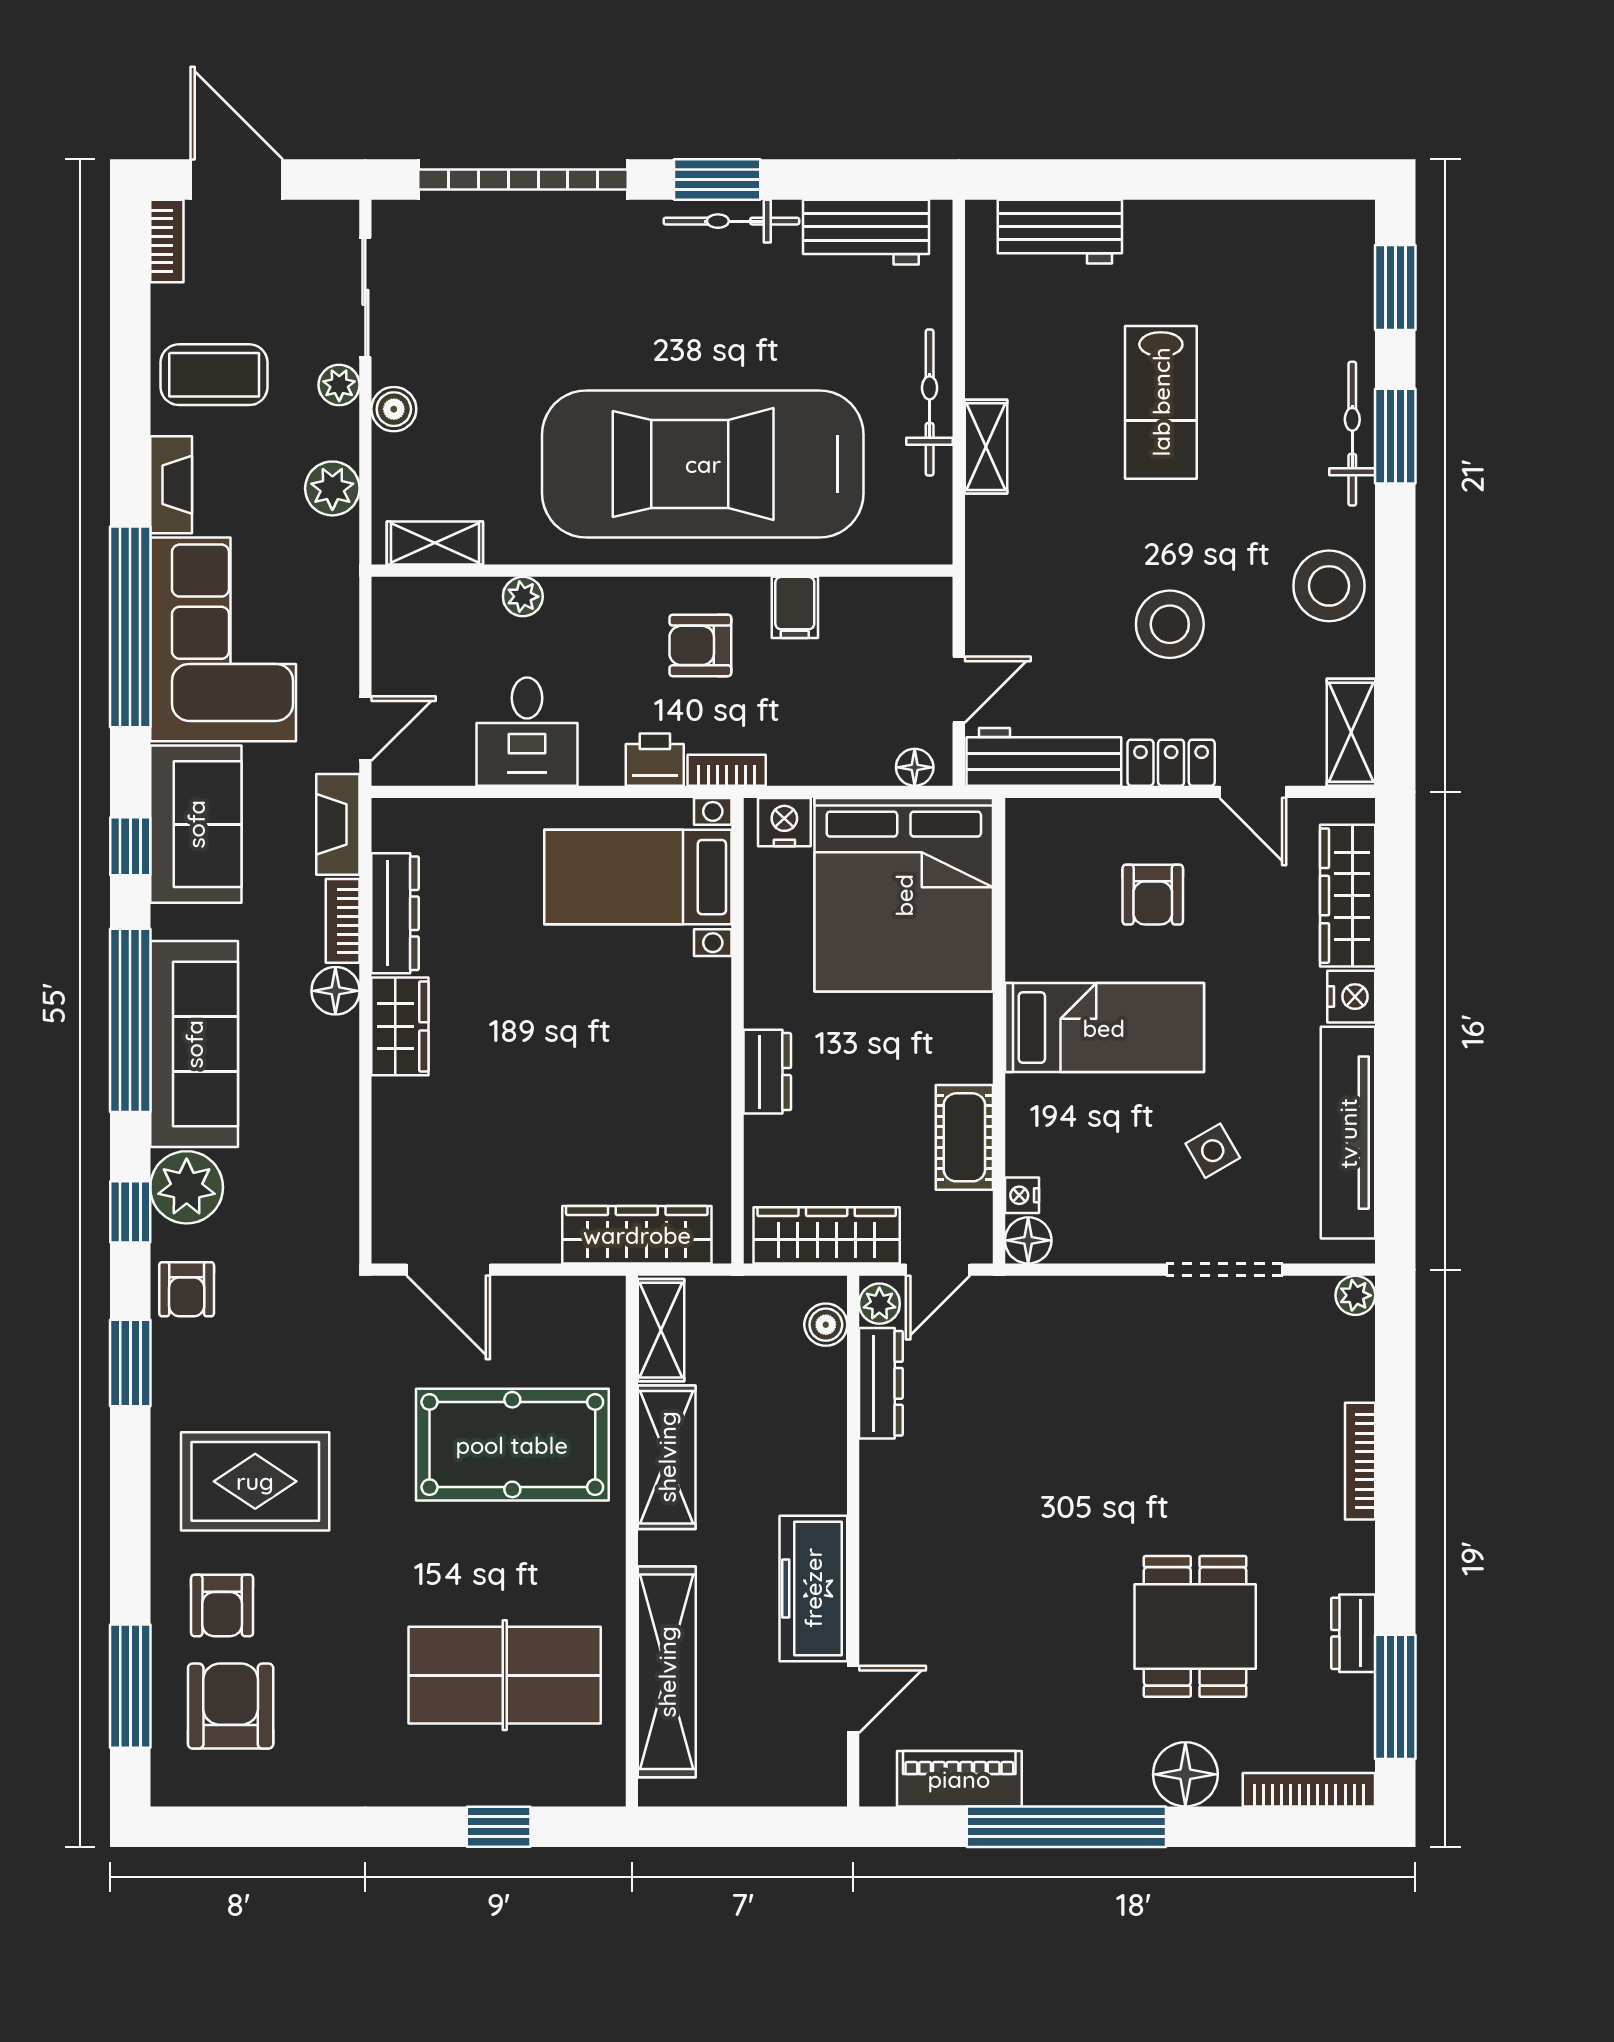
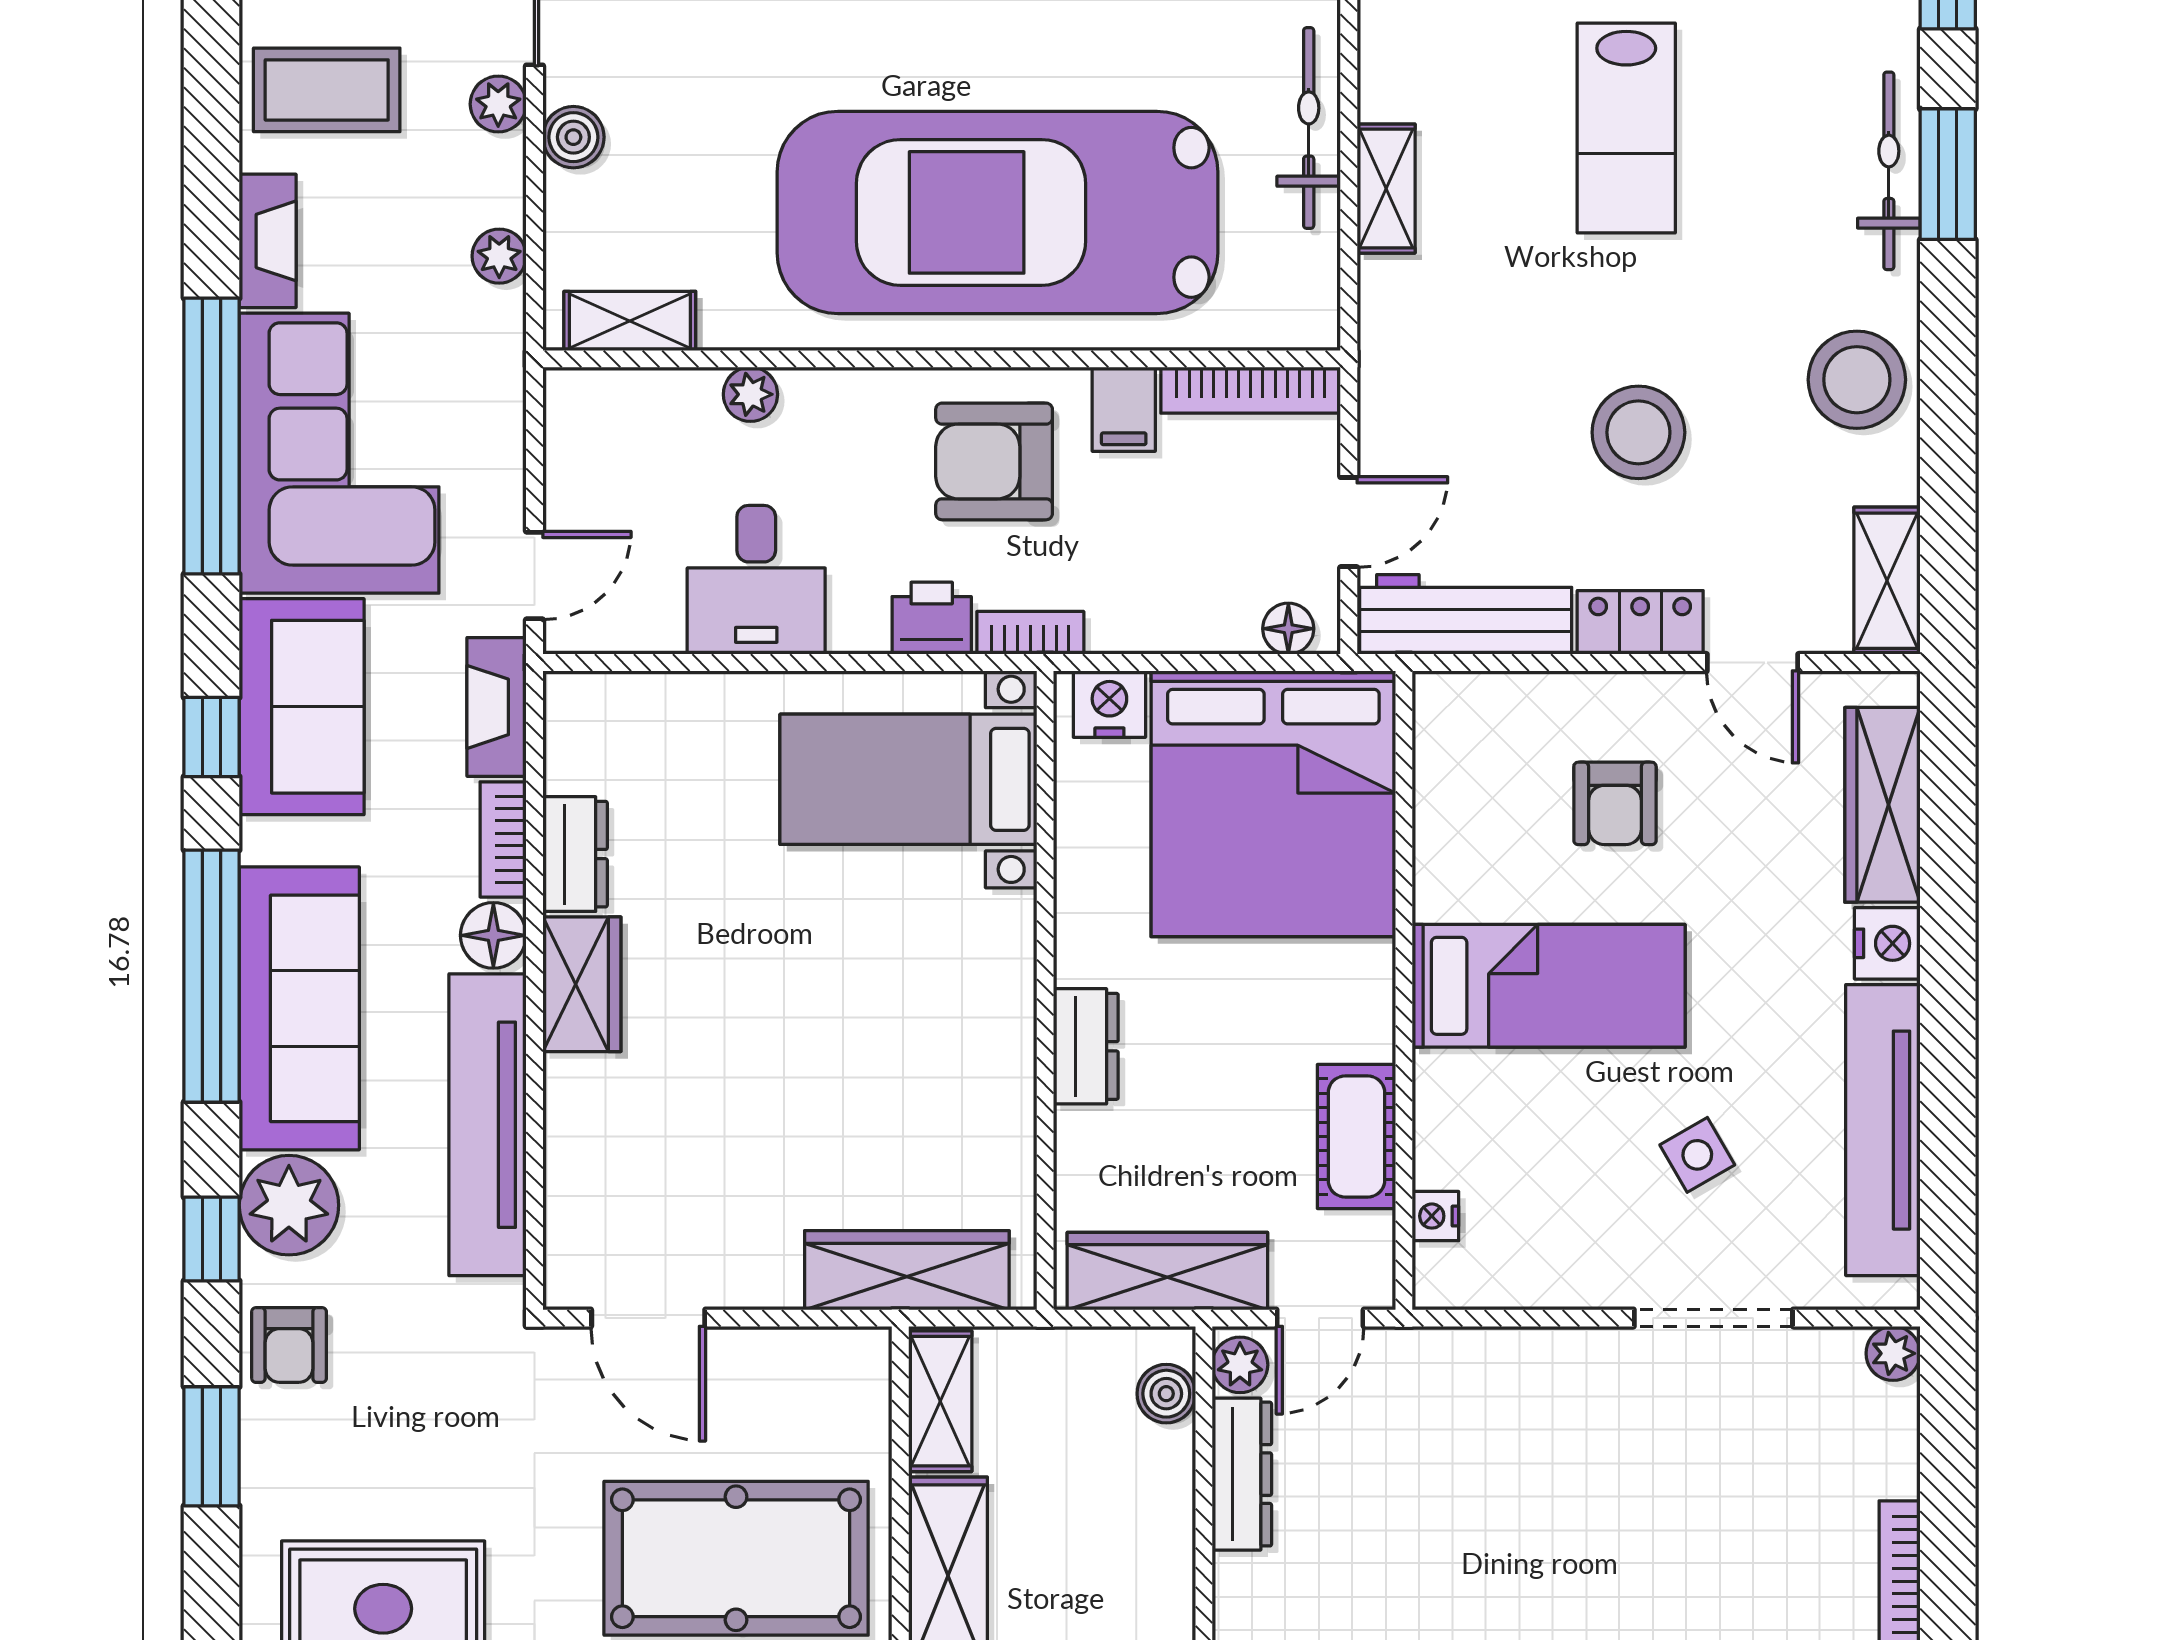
plant: (332, 488) -> (499, 256), width x0.73, depth x0.73
bookcase: (887, 593) -> (1251, 390), added
armchair: (700, 645) -> (994, 461), width x1.38, depth x1.38
dresser: (395, 913) -> (575, 854), width x0.70
tv unit: (331, 1129) -> (488, 1125), added
floor lamp: (1028, 1240) -> (1444, 1278), removed

